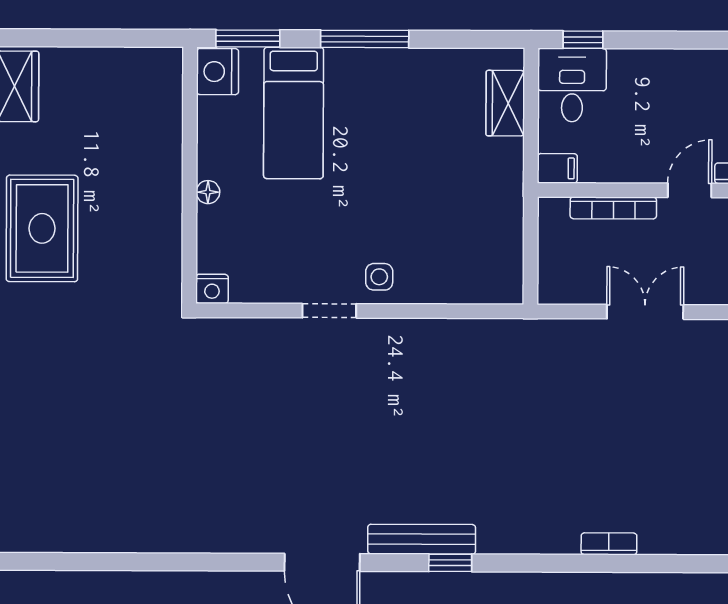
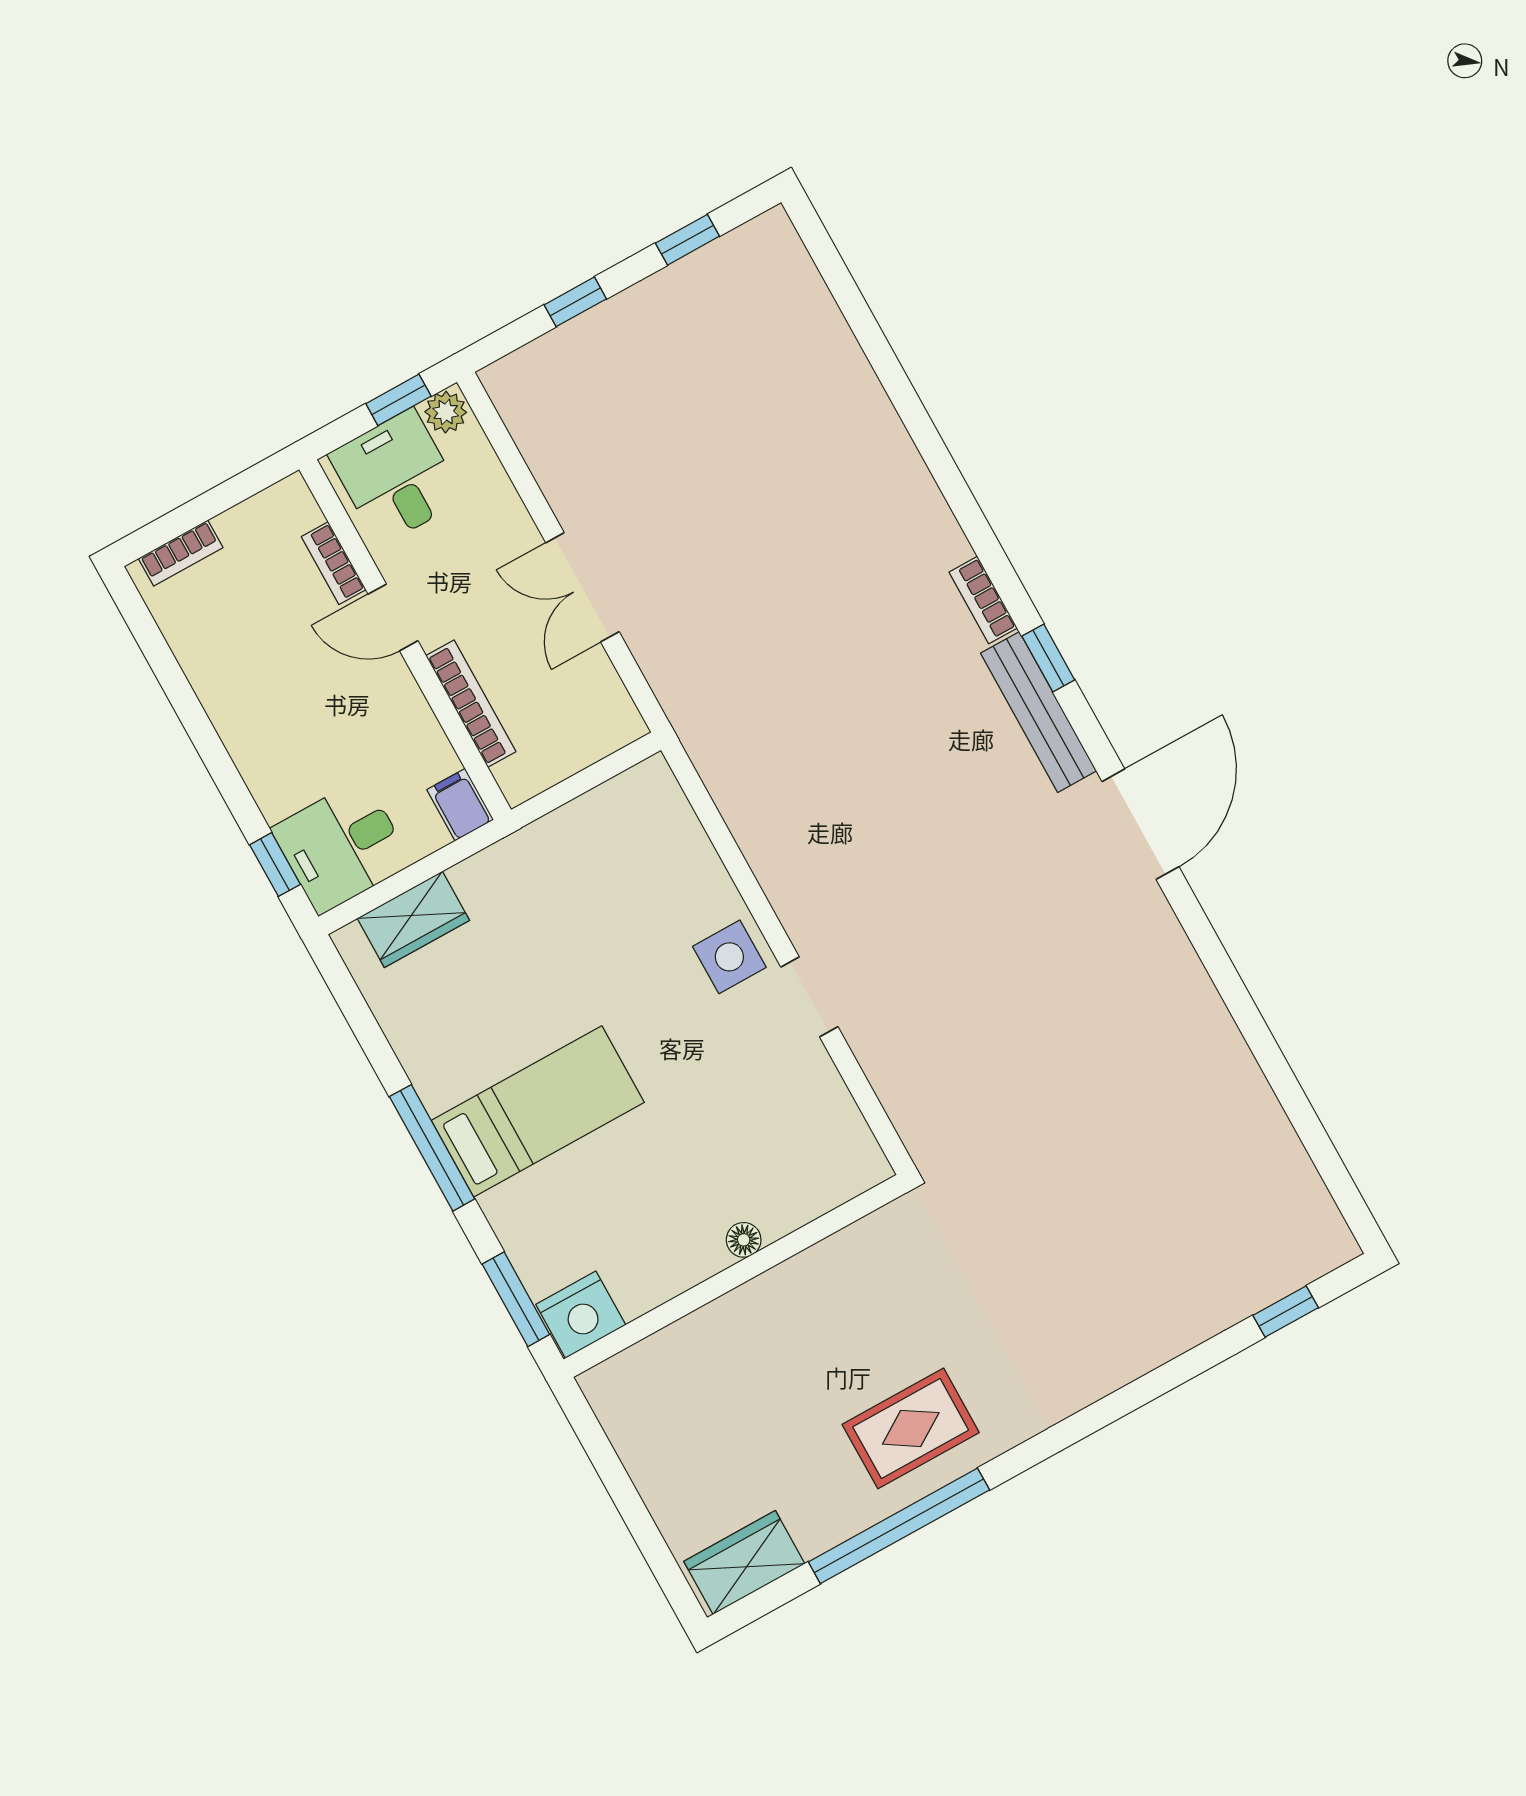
bed: (294, 113) -> (538, 1111), moved
rug: (42, 228) -> (911, 1428), width x0.73, depth x0.70
side table: (379, 277) -> (729, 957), width x1.37, depth x1.37
nightstand: (212, 289) -> (866, 1165), removed
bookcase: (609, 544) -> (983, 600), moved

